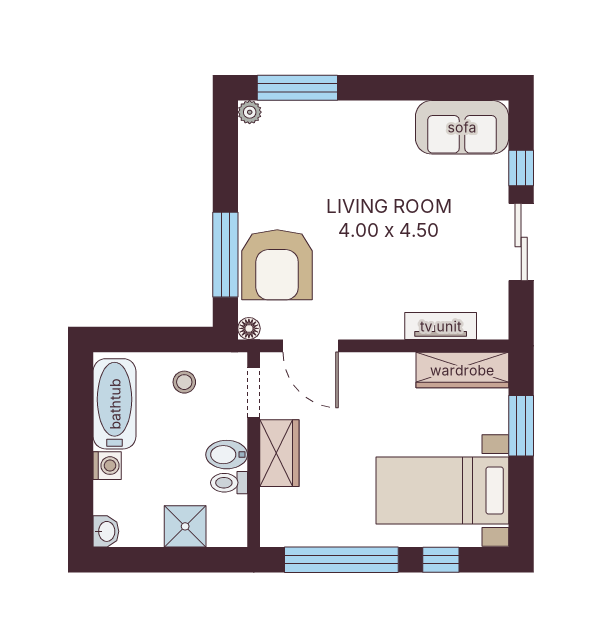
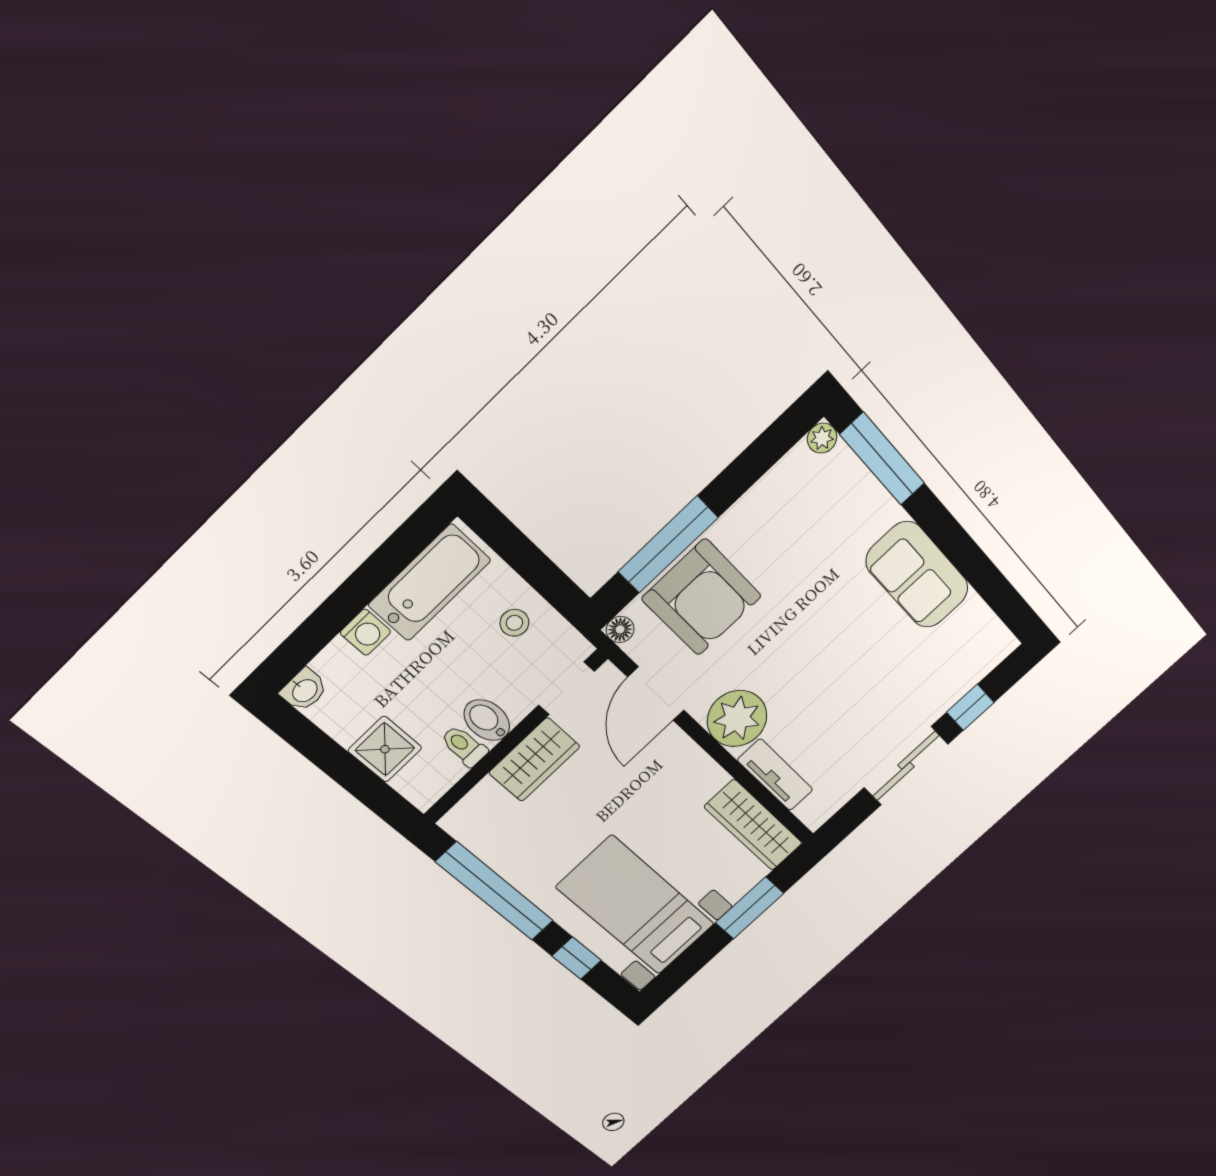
sofa: (462, 127) -> (917, 575), moved
armchair: (277, 265) -> (702, 597), turned -90
plant: (377, 314) -> (737, 719), added

